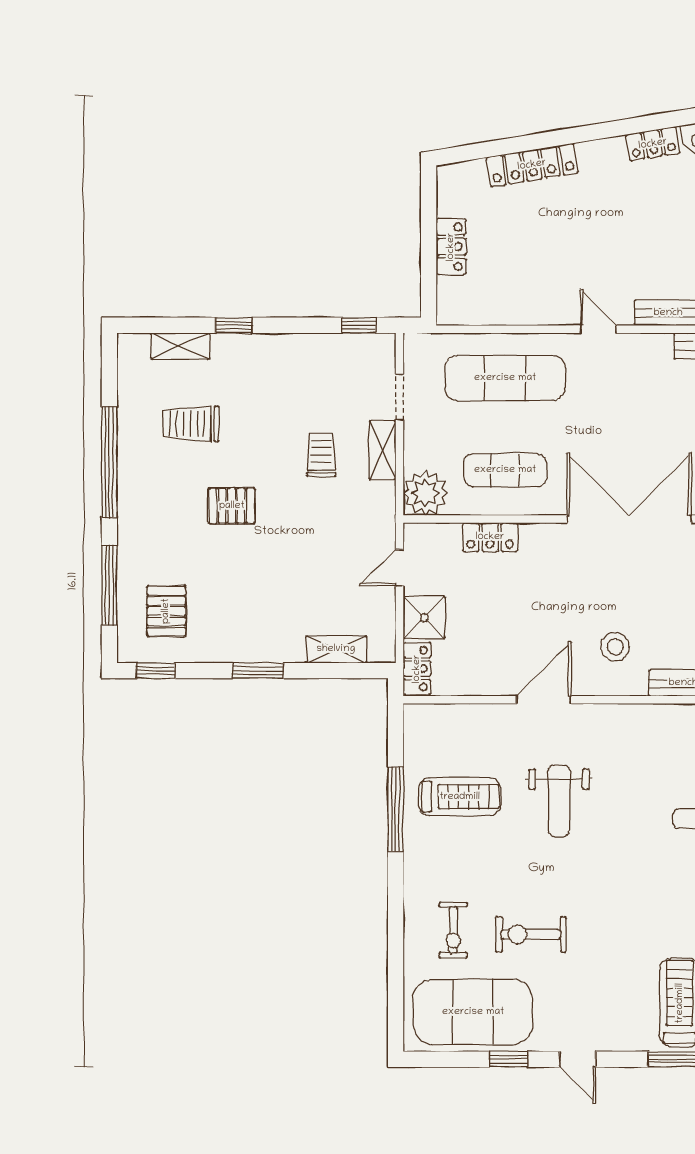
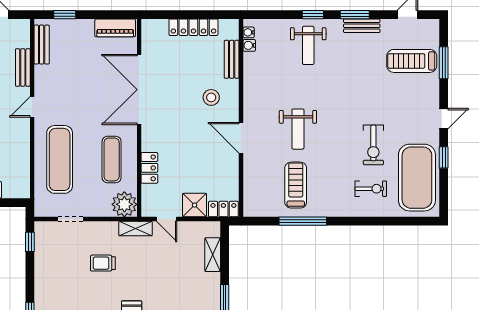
shelving: (383, 450) -> (135, 229), moved
weight bench: (559, 801) -> (298, 129), turned 90

